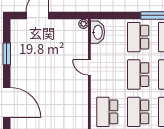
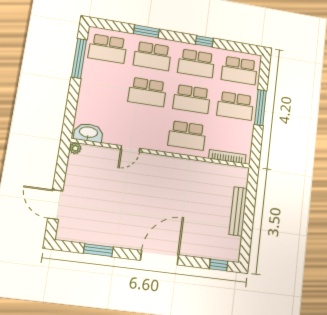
school desk: (138, 37) -> (102, 85), removed

